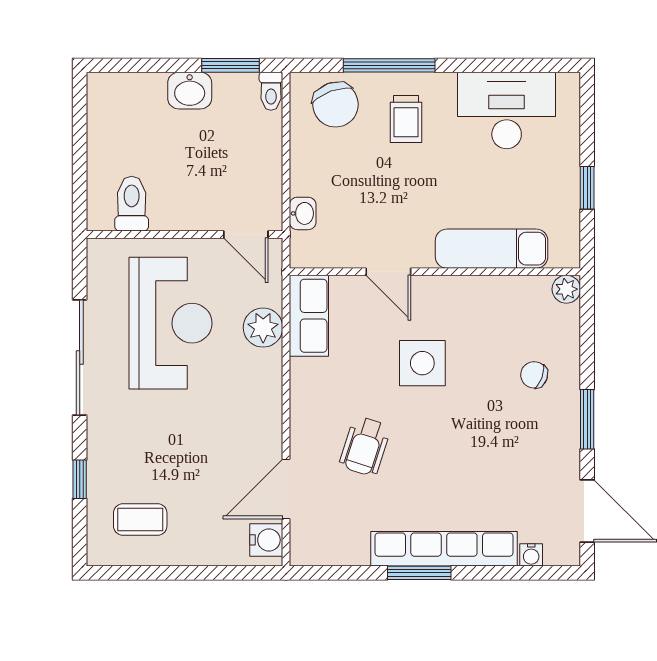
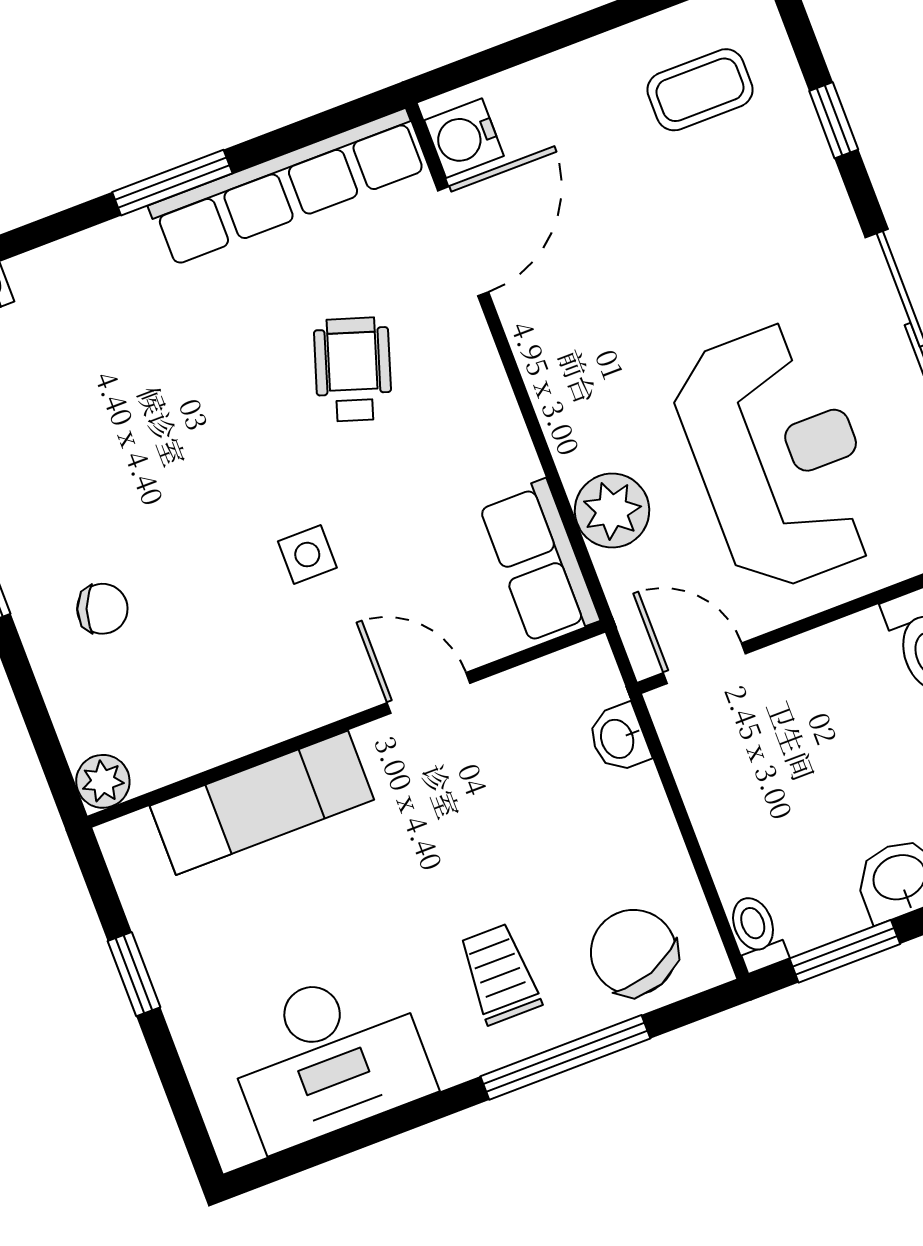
reception desk: (170, 323) -> (778, 456), turned 180
side table: (422, 363) -> (307, 555), width x0.54, depth x0.54
row of seats: (444, 549) -> (288, 187), moved

